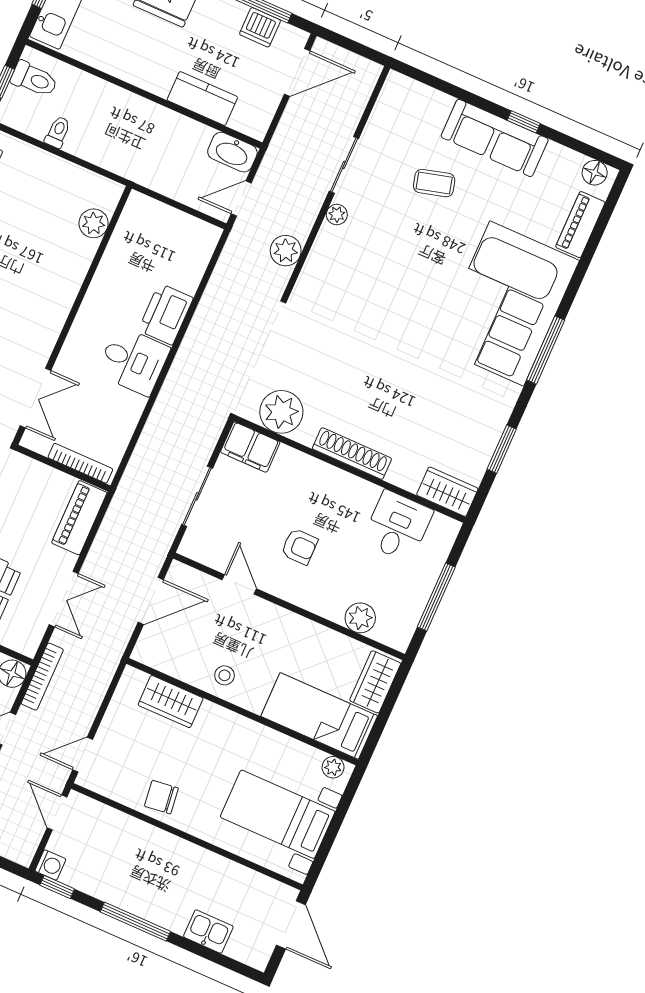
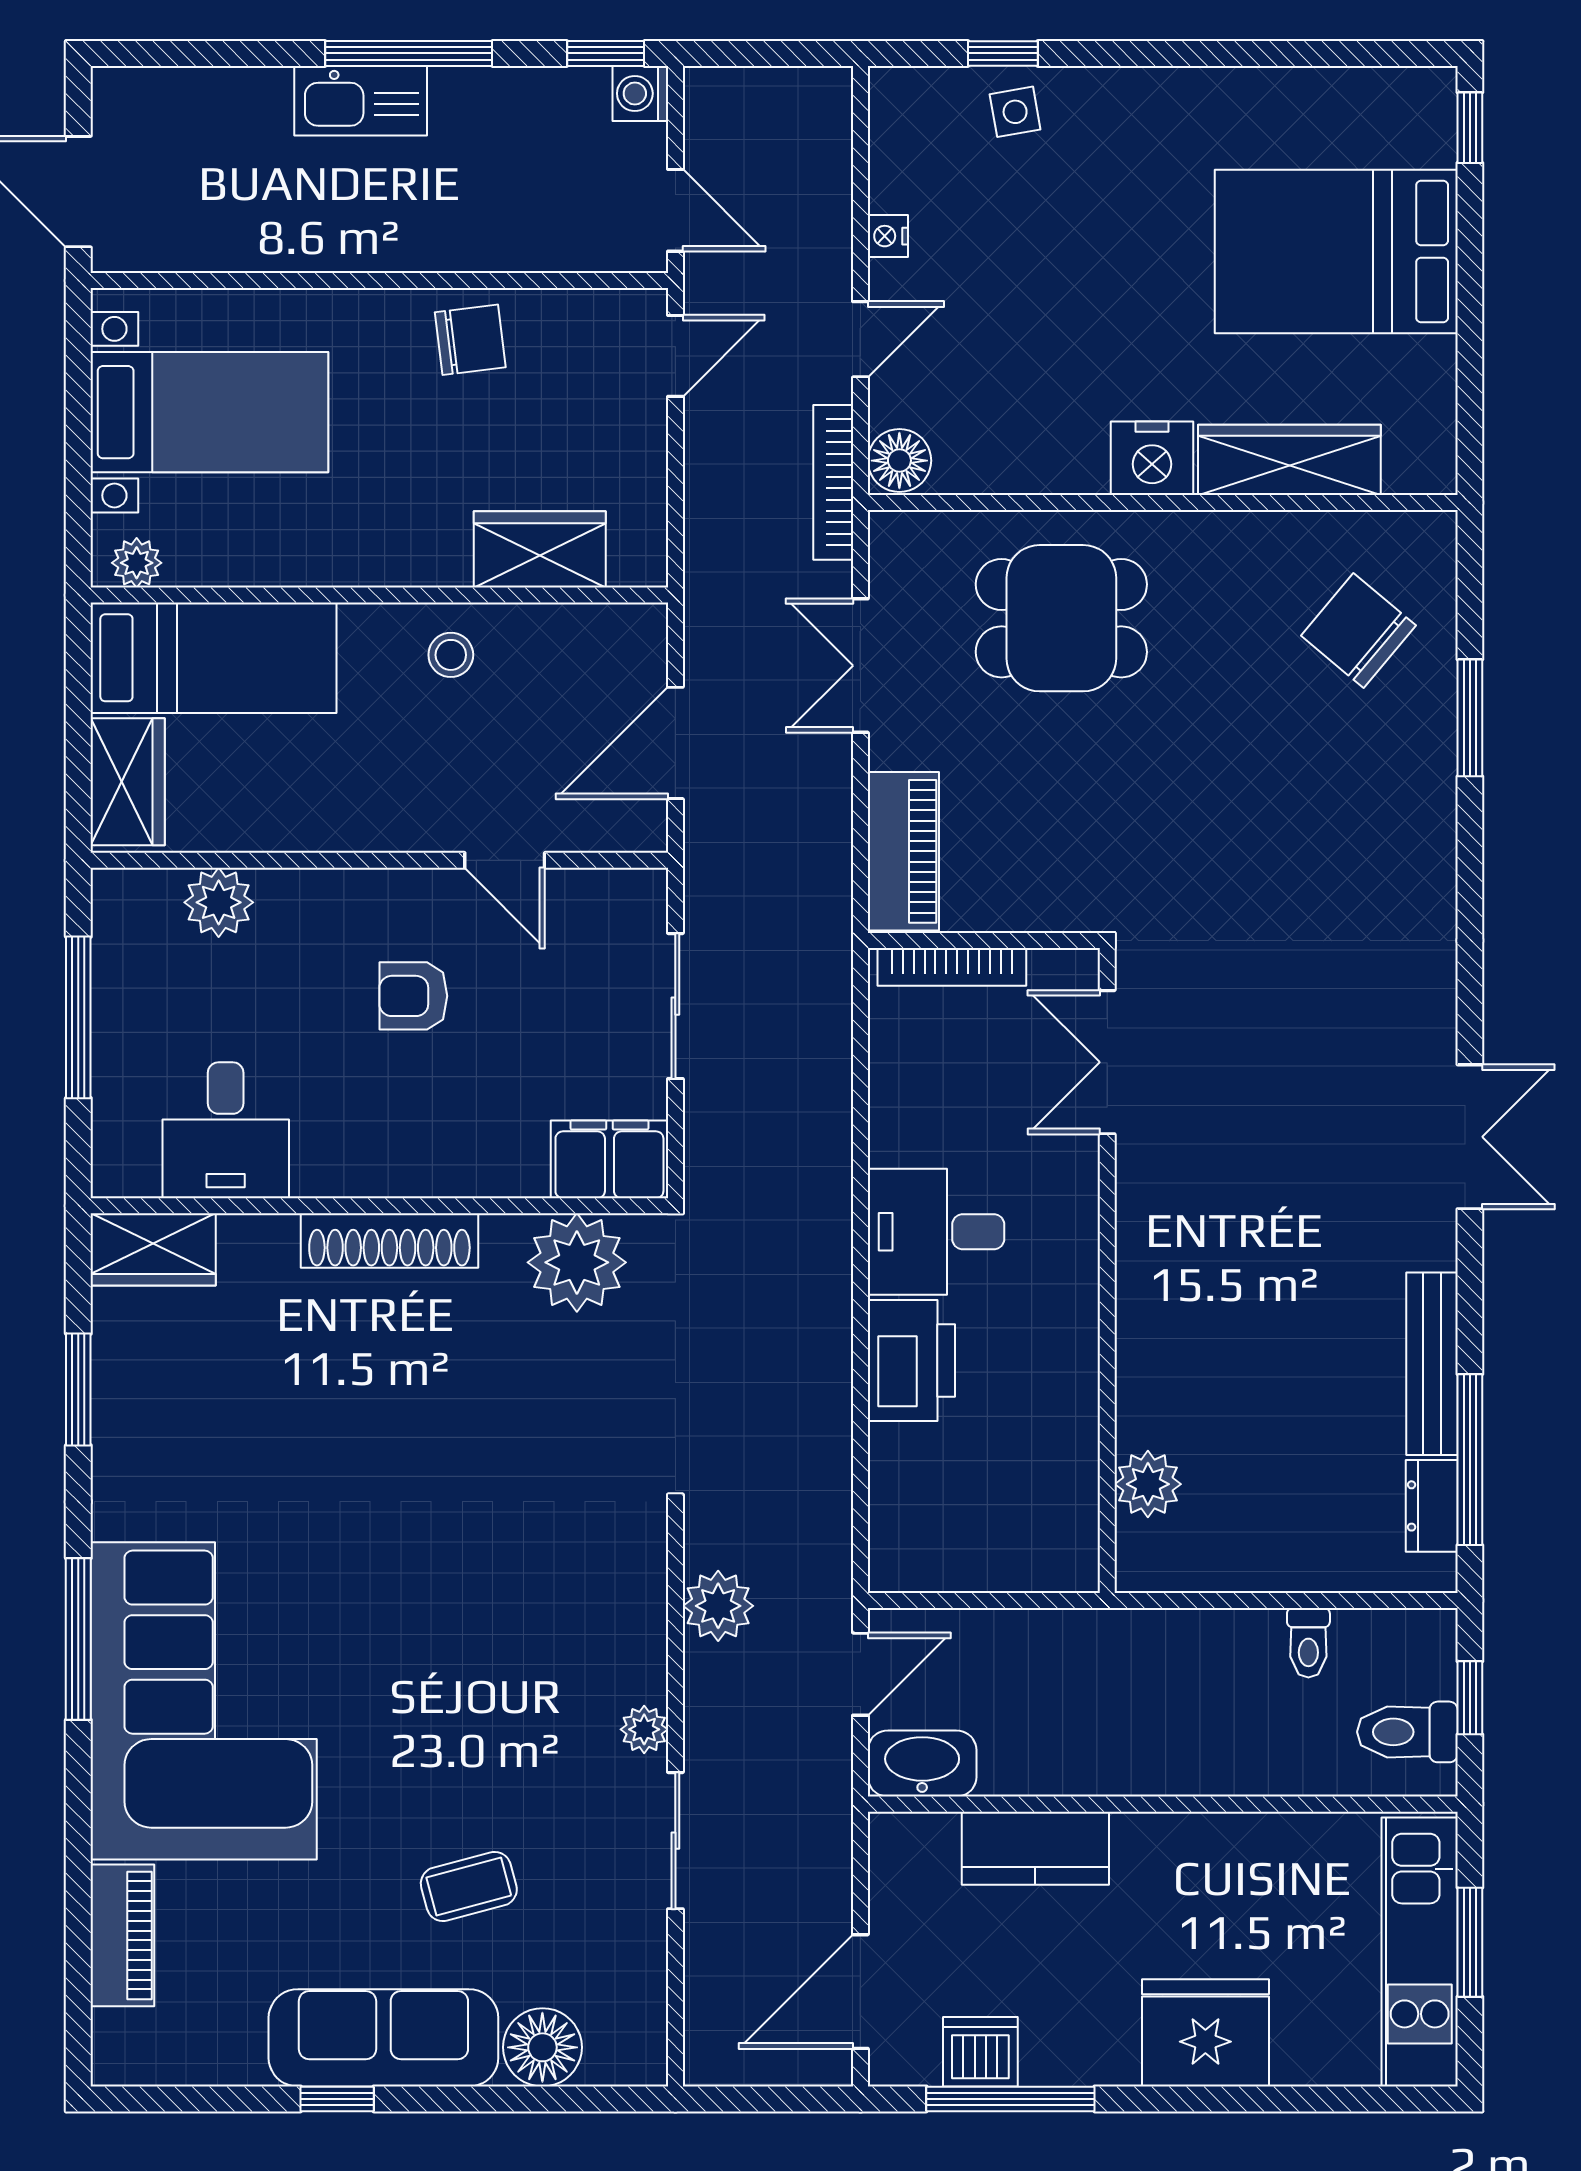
floor lamp: (595, 173) -> (542, 2047), moved, width x1.38, depth x1.38
kitchen sink: (208, 932) -> (361, 101), moved, width x1.38

